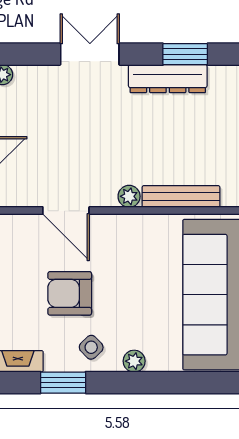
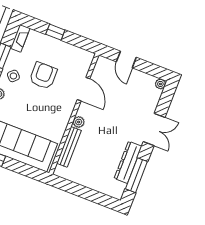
window: (185, 54) -> (136, 175), width x1.44
door: (66, 211) -> (84, 89), swing flipped

